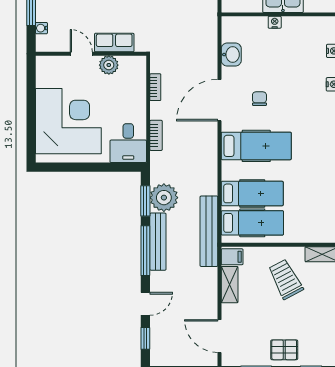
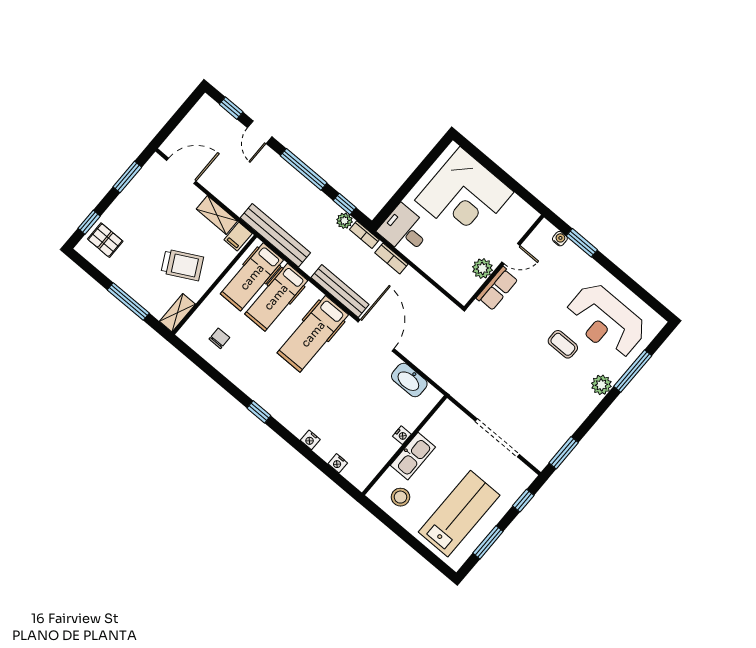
washbasin: (231, 55) -> (409, 380), width x1.38
bookcase: (155, 87) -> (364, 235), moved
chair: (259, 99) -> (219, 338), moved, turned -90
plant: (164, 198) -> (344, 221), width x0.53, depth x0.53
window: (145, 201) -> (345, 204), width x0.67
bench: (158, 242) -> (340, 291), moved
pallet: (284, 350) -> (105, 240), moved, turned 90

